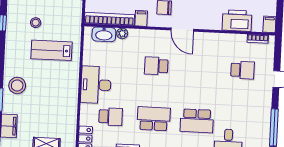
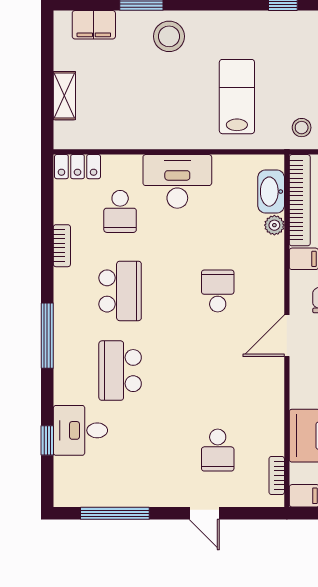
stool: (36, 23) -> (302, 128), moved

